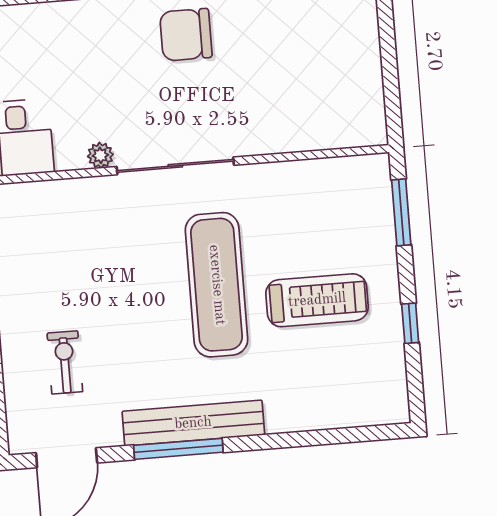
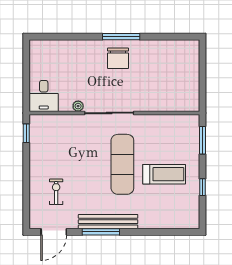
chair: (186, 35) -> (118, 58), turned -90

